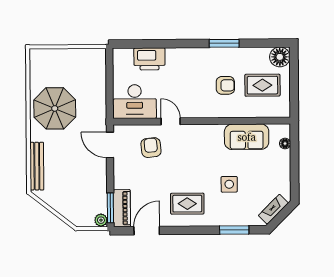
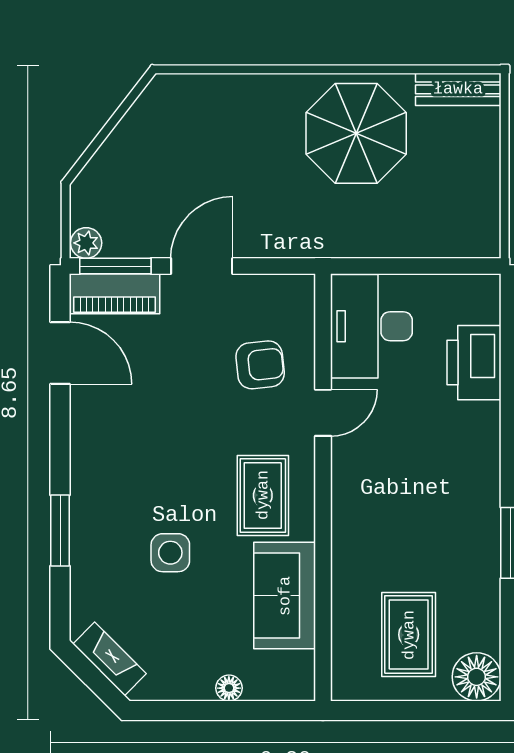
armchair: (225, 85) -> (409, 545), removed
floor lamp: (285, 144) -> (229, 688), moved
door: (110, 145) -> (202, 266), moved
bench: (37, 166) -> (458, 89), moved, width x0.73
rug: (187, 204) -> (263, 495), moved
window: (234, 230) -> (60, 530), moved

